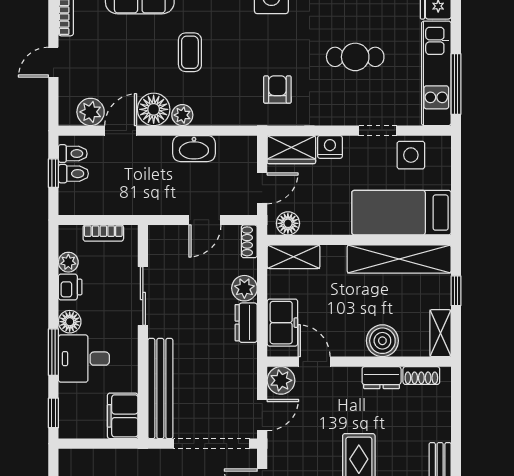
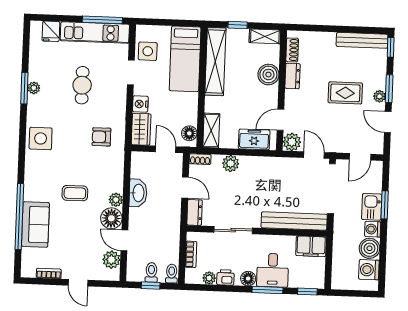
toilet: (73, 154) -> (172, 274), moved
dresser: (246, 323) -> (195, 212), moved, turned -90

